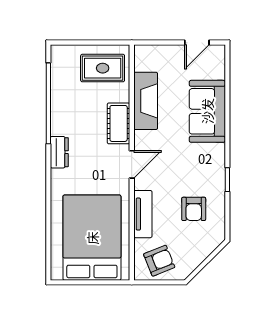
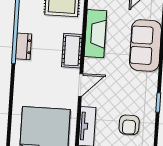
dresser: (59, 152) -> (23, 46), moved

